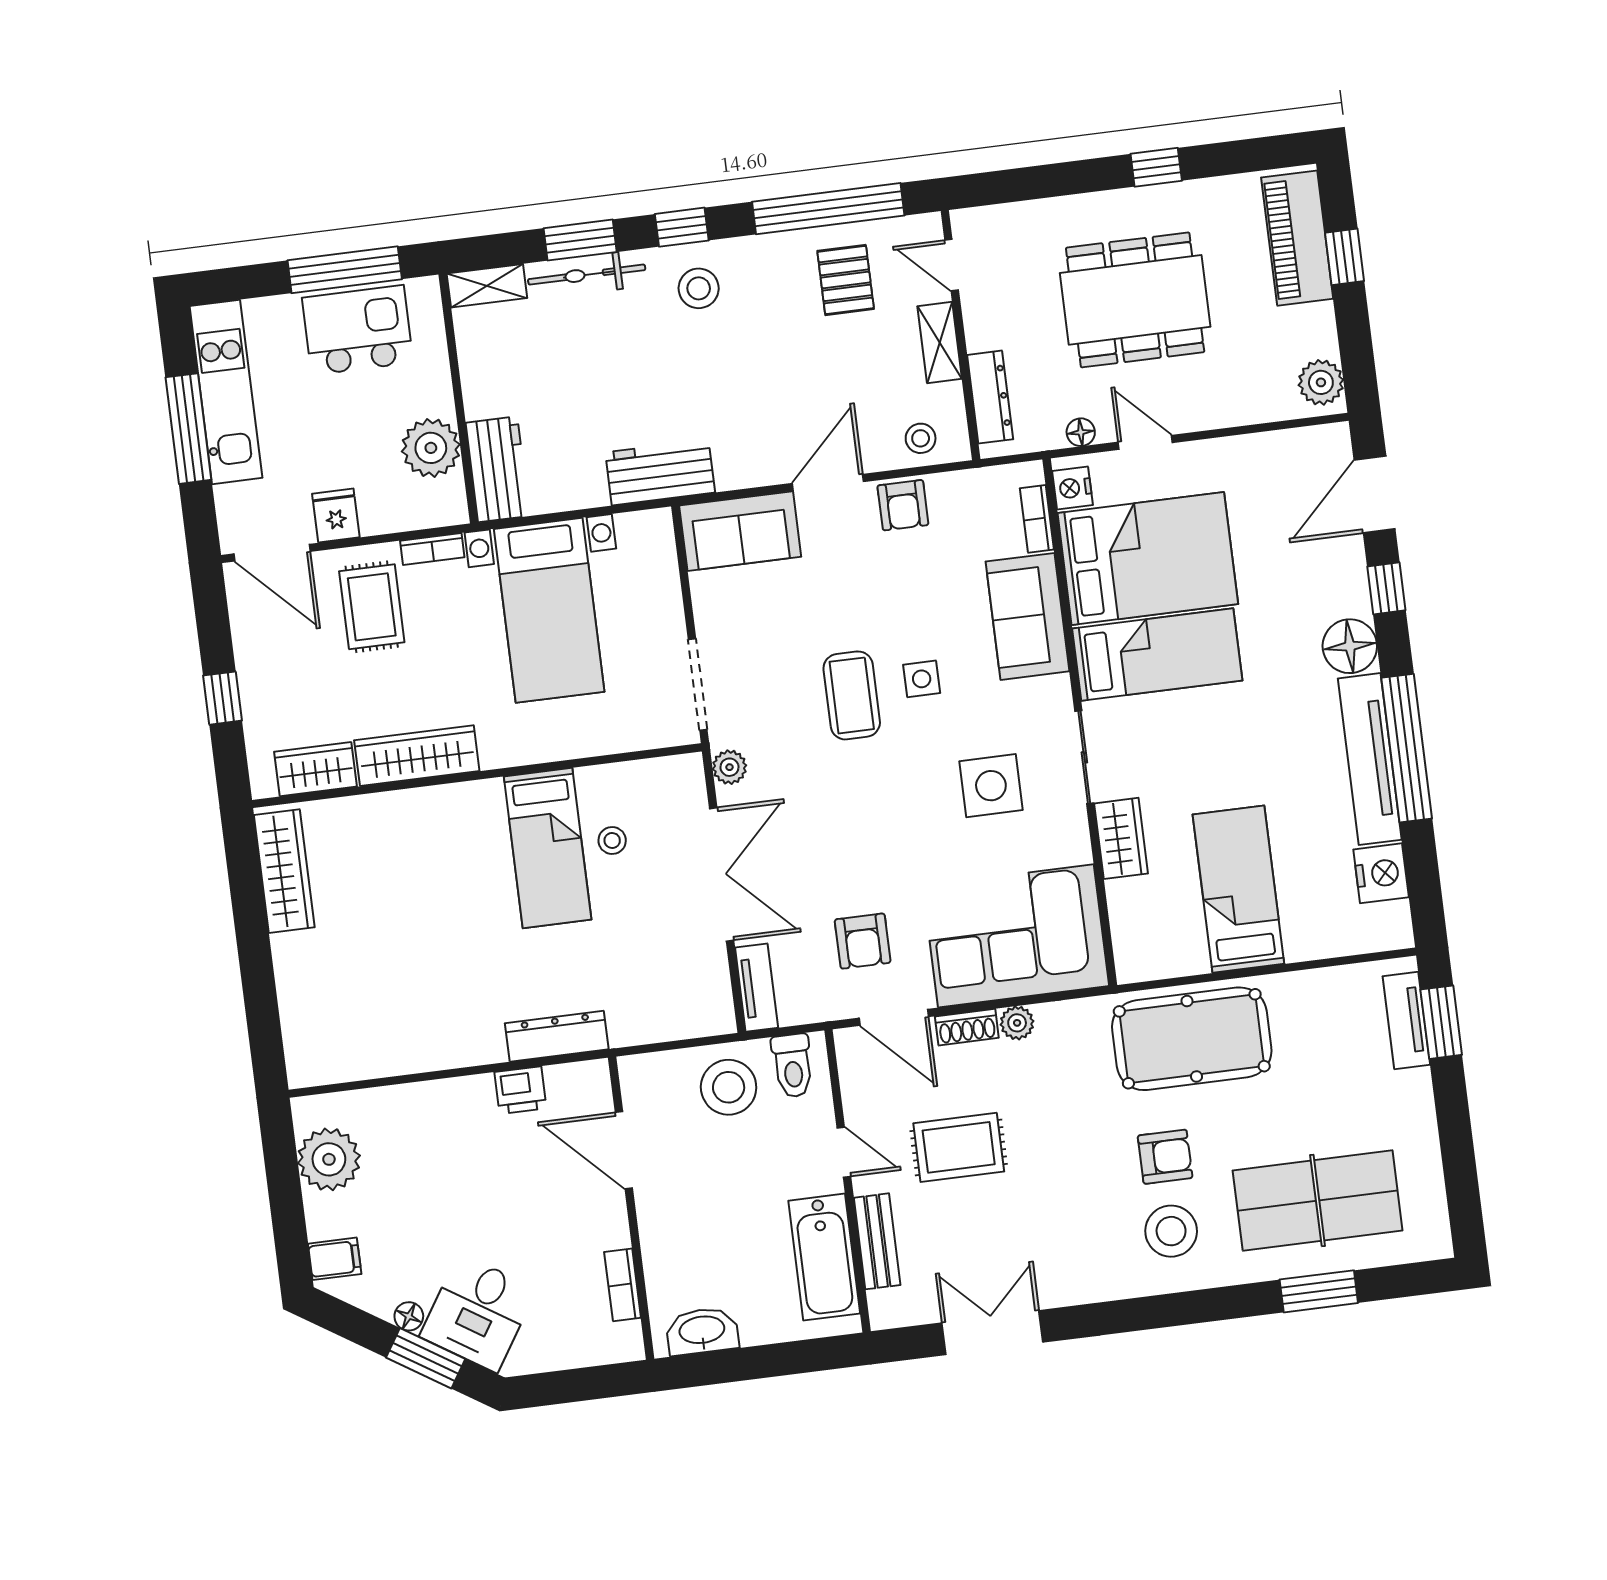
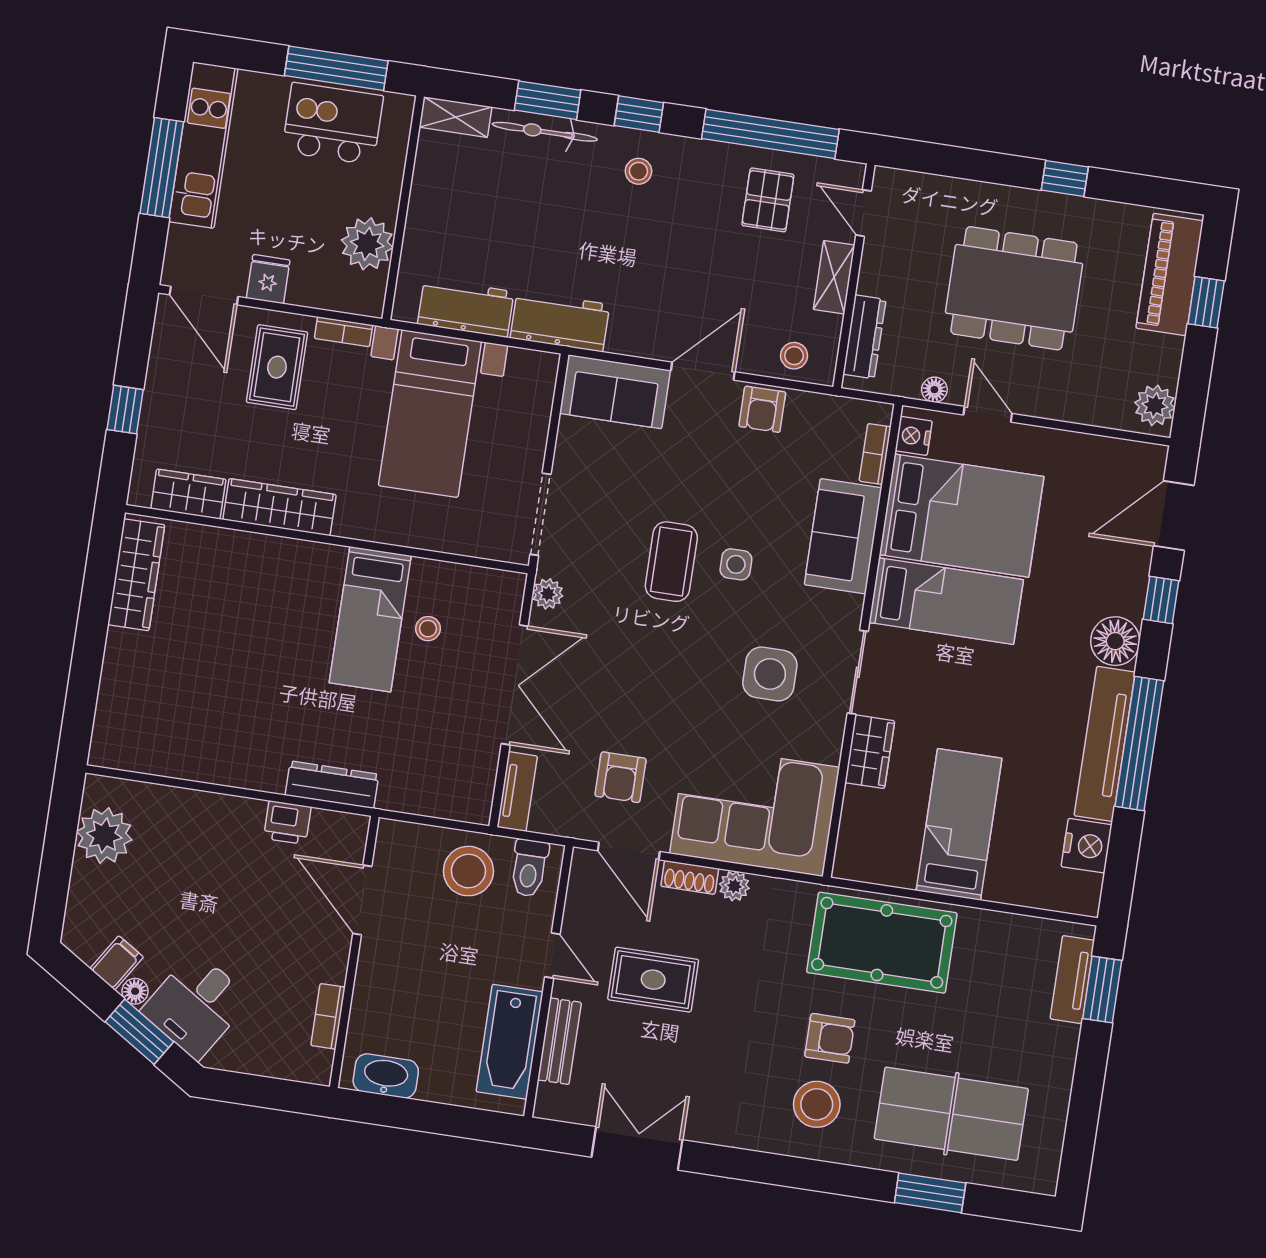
stool: (699, 288) -> (638, 171), width x0.73, depth x0.73
workbench: (498, 469) -> (466, 308), moved, turned -90
filing cabinet: (335, 1259) -> (117, 963), moved, turned -58

